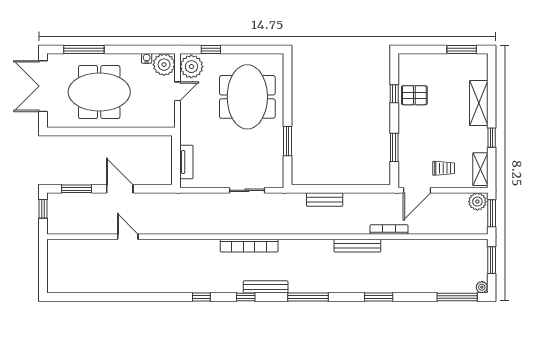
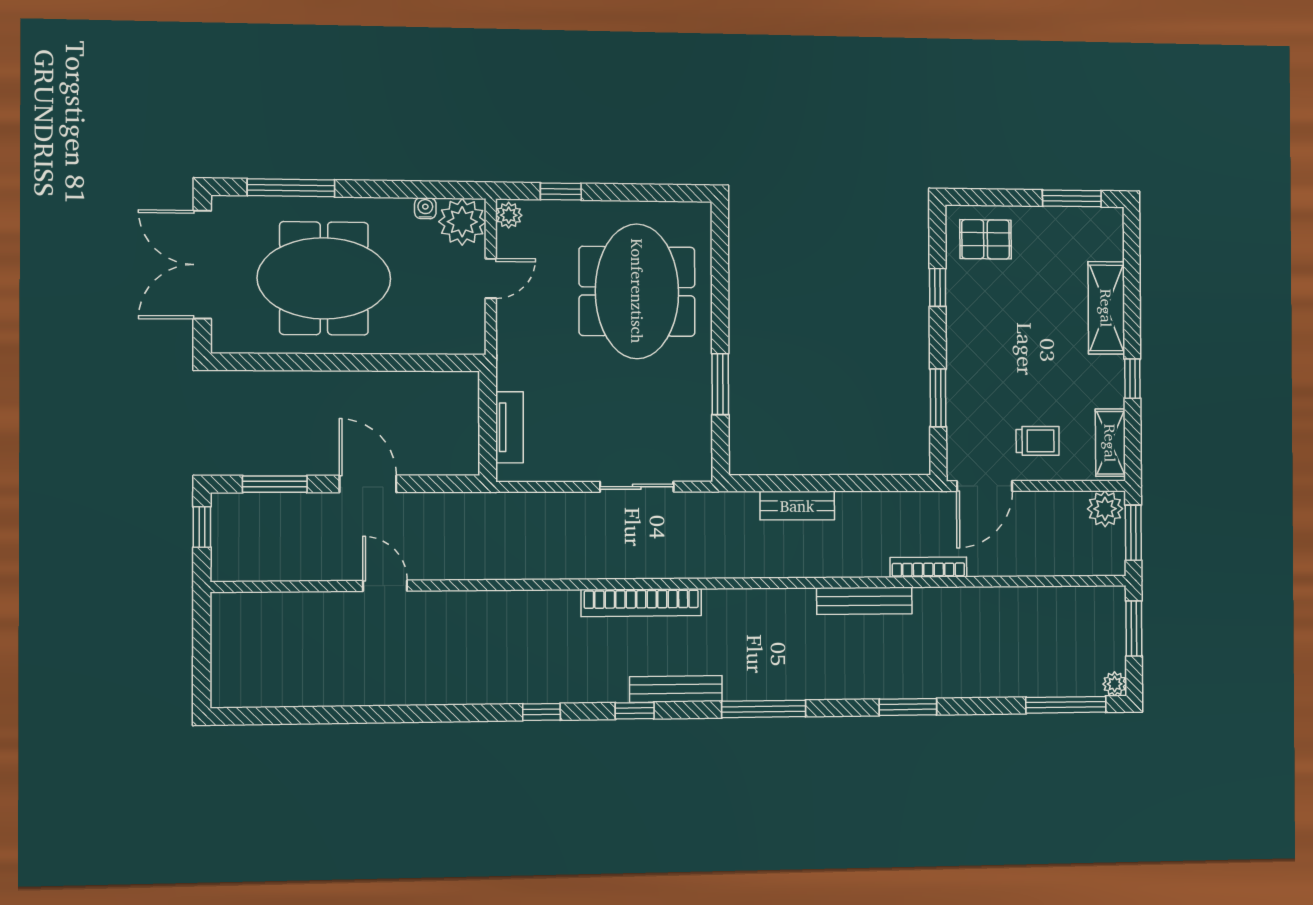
plant: (191, 67) -> (509, 215), width x0.53, depth x0.53
pallet: (414, 95) -> (986, 239), moved

